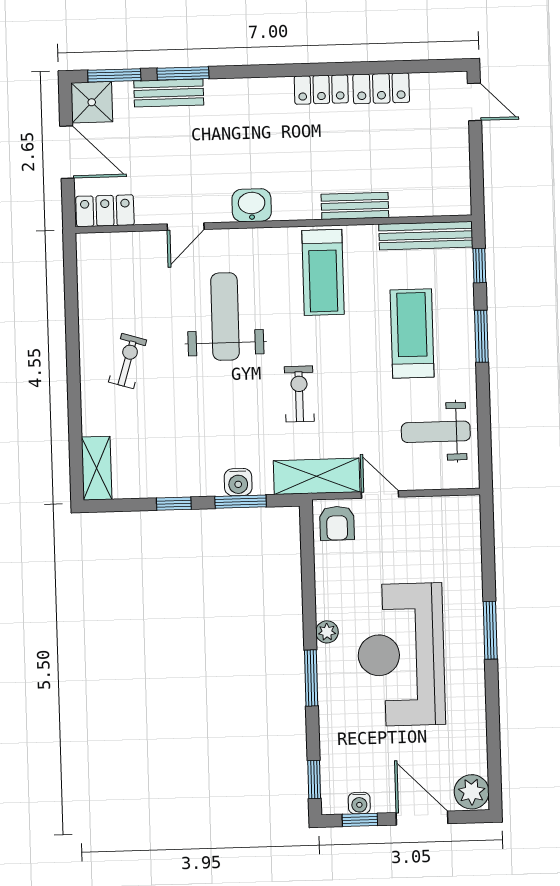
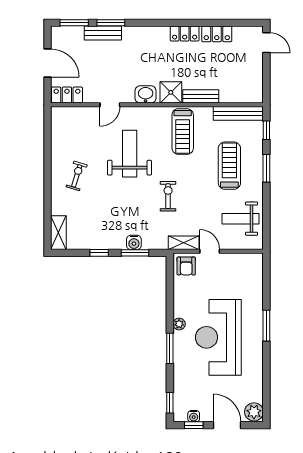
shower: (92, 102) -> (171, 92), moved
shelving: (317, 476) -> (184, 243), width x0.67, depth x0.75

